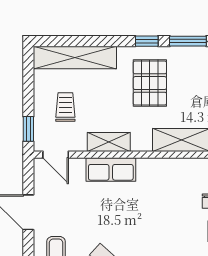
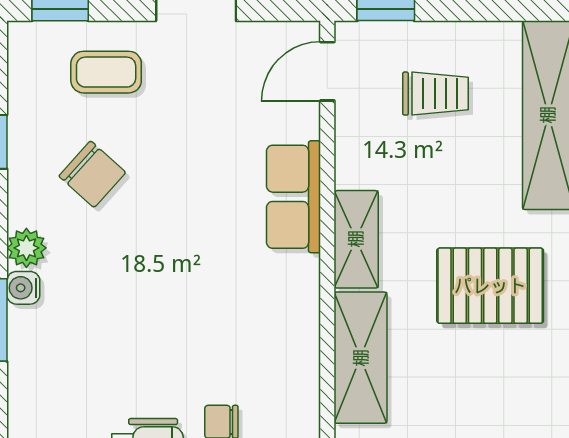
shelving: (109, 142) -> (356, 239), moved

